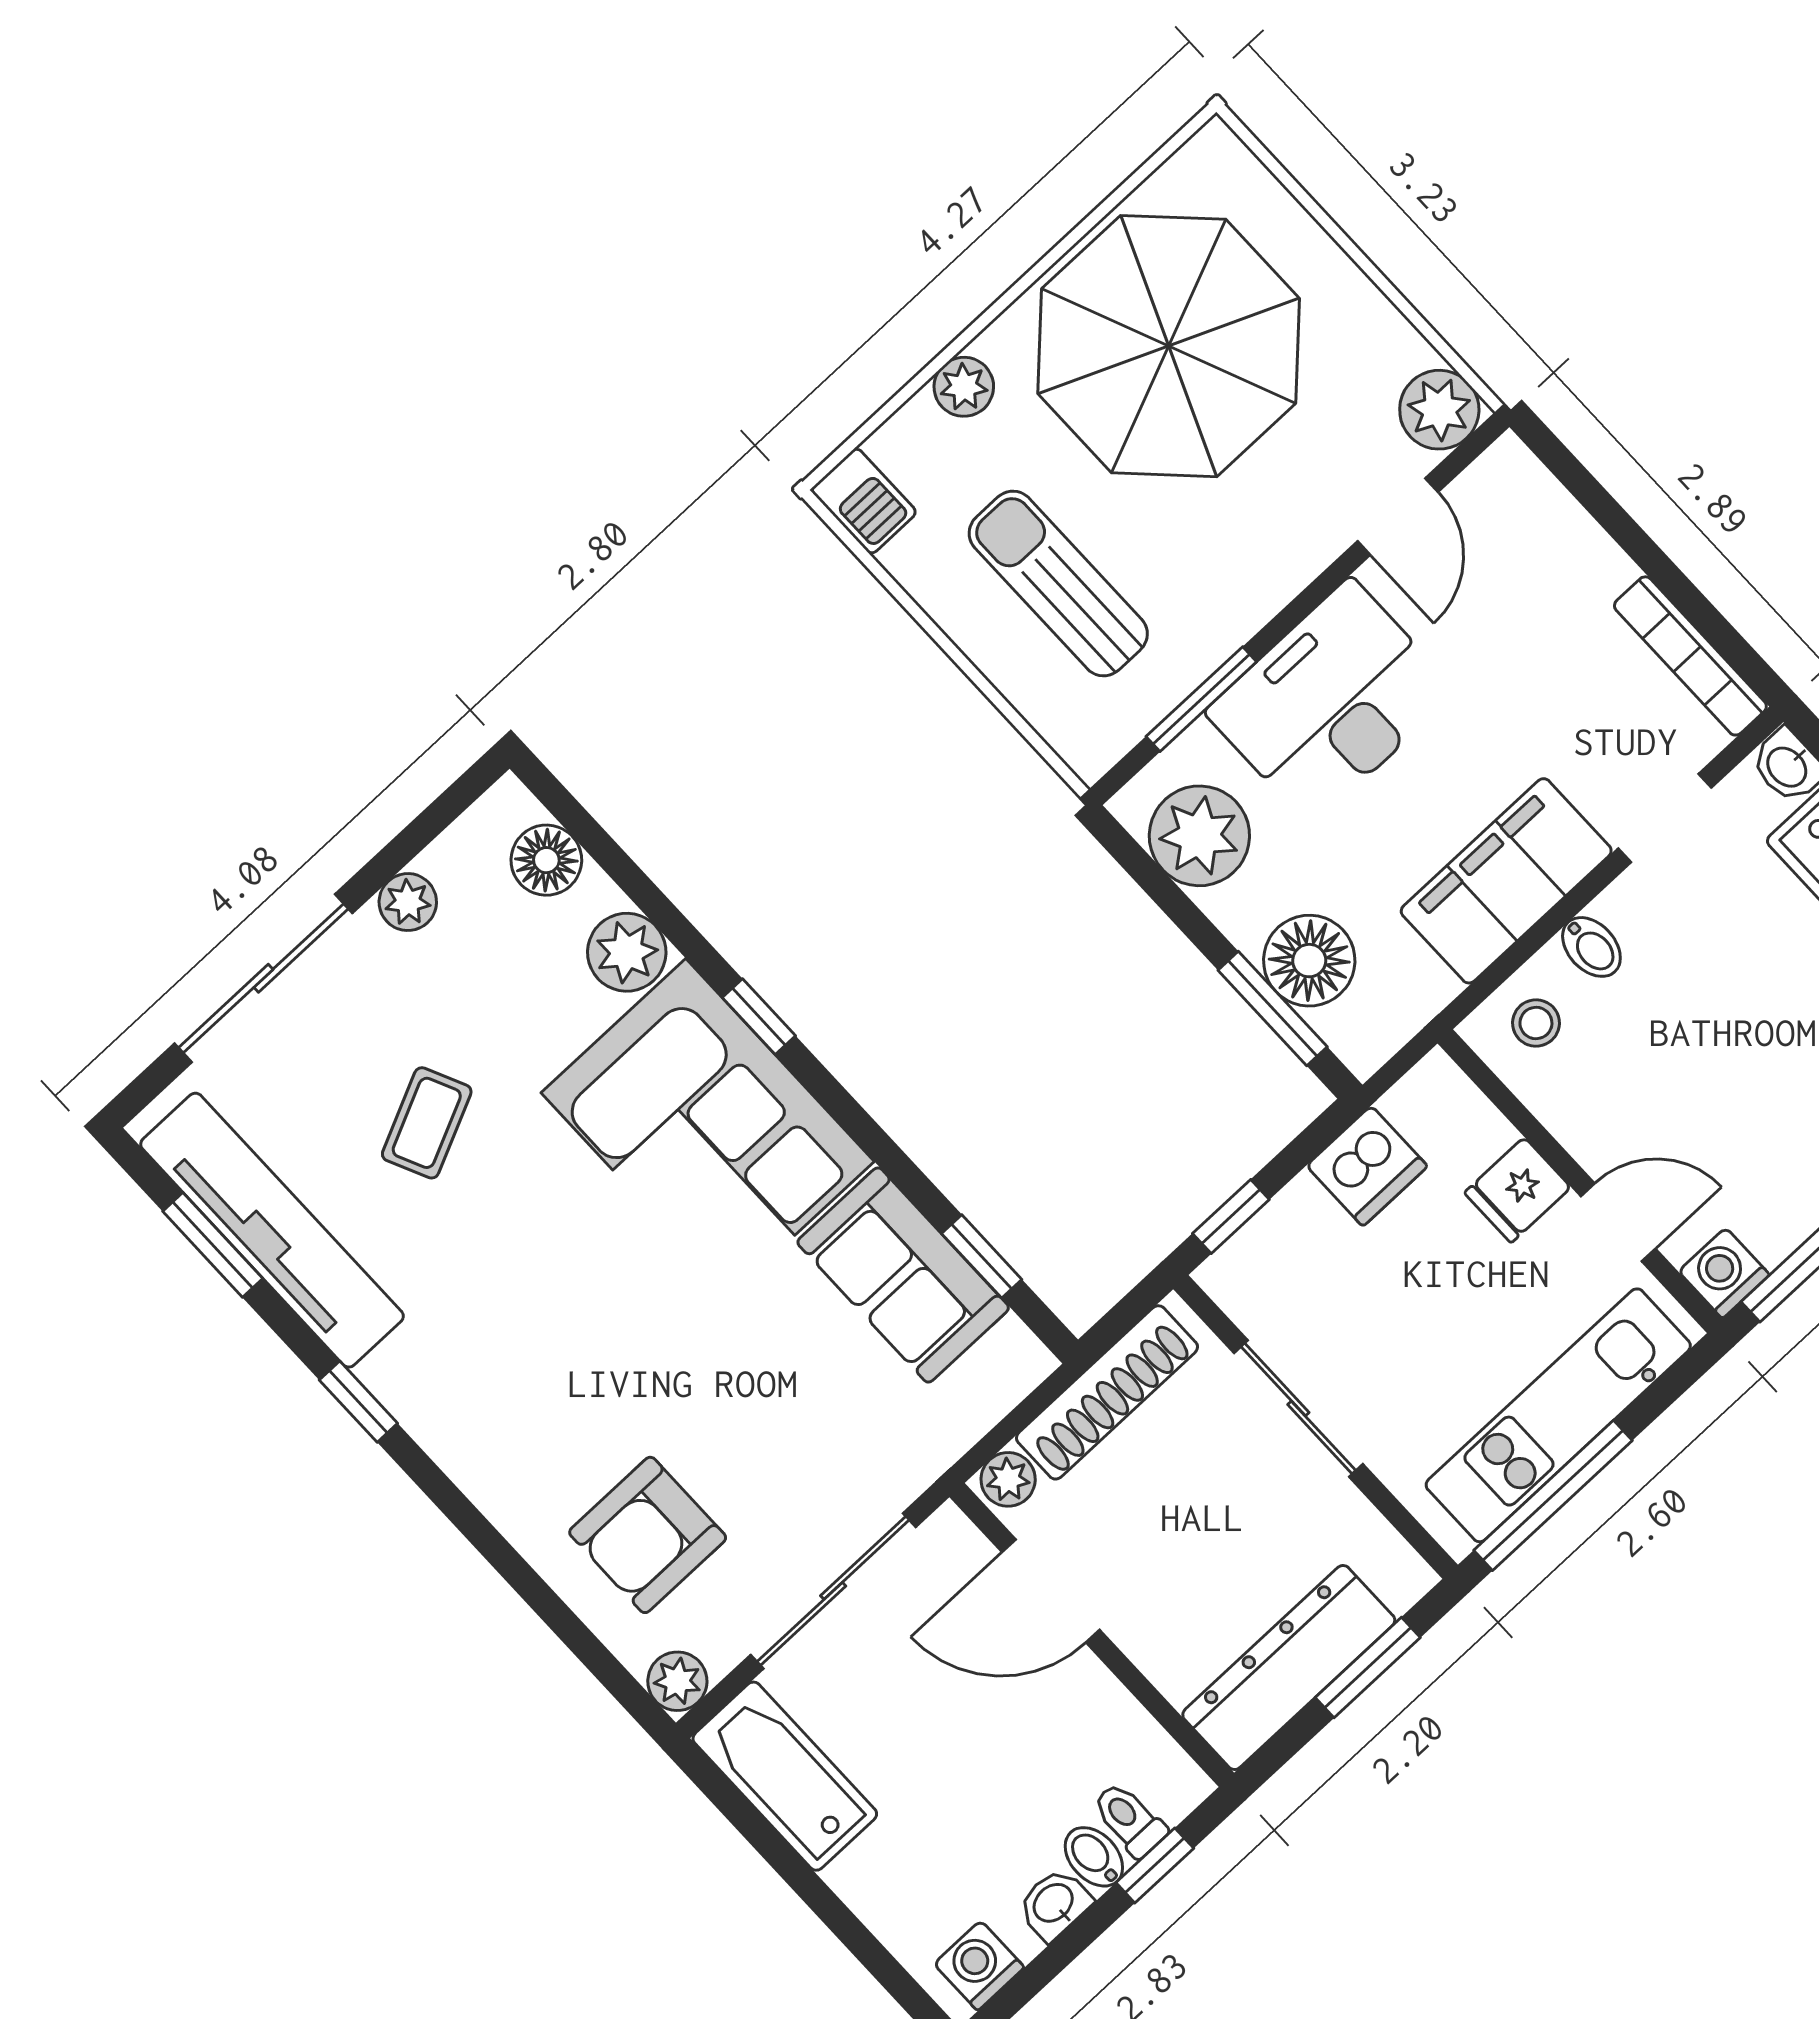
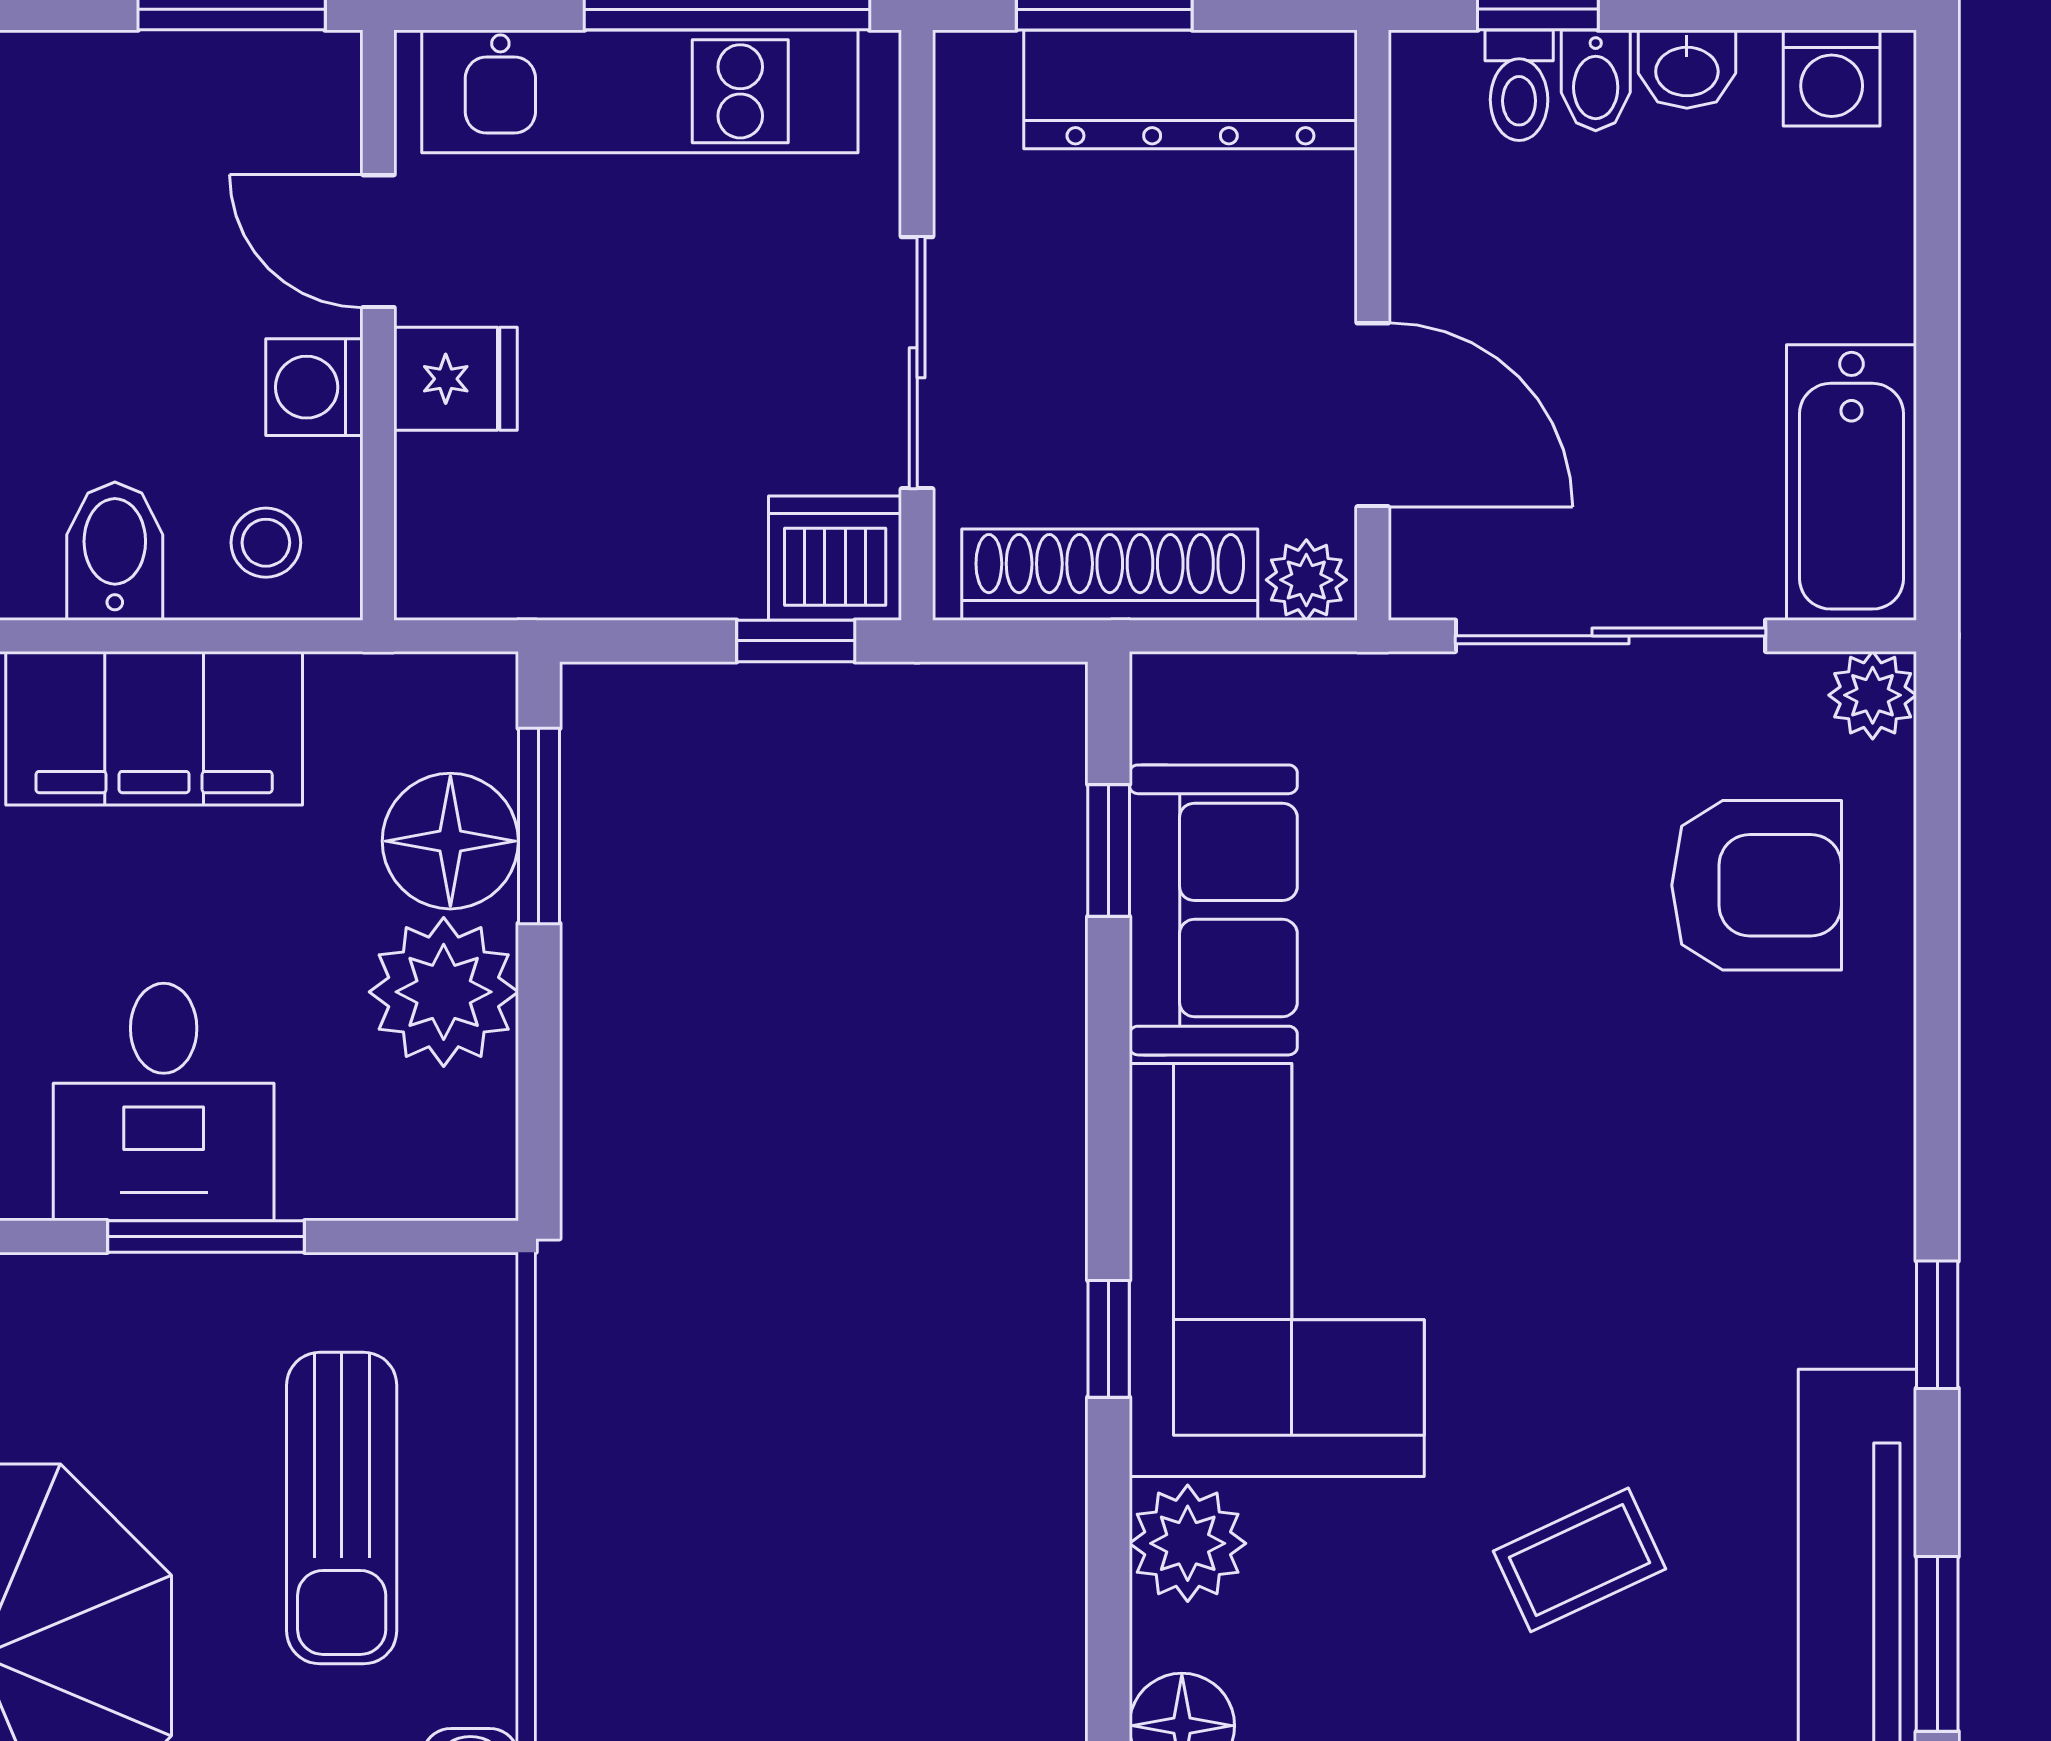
window: (1201, 699) -> (206, 1237), moved
desk: (1331, 702) -> (164, 1102), width x0.73
plant: (1199, 836) -> (444, 992), moved
bidet: (1591, 947) -> (115, 551), width x1.38, depth x1.36
dishwasher: (1367, 1166) -> (835, 558), moved
washing machine: (1724, 1273) -> (314, 387), moved, turned 90

